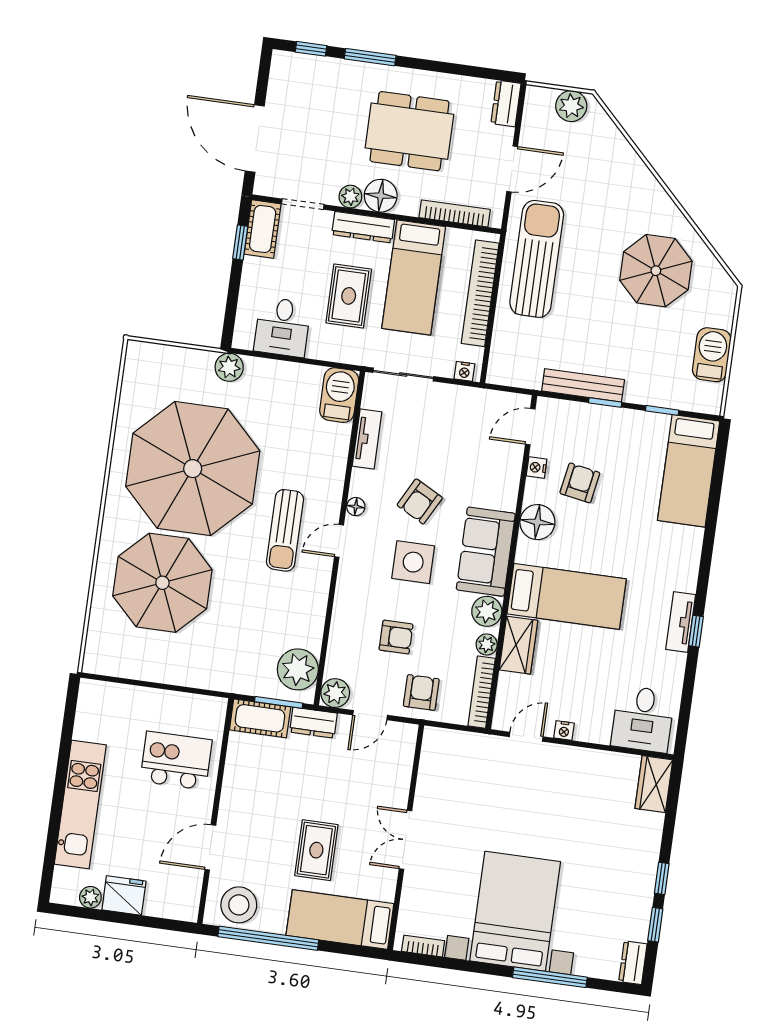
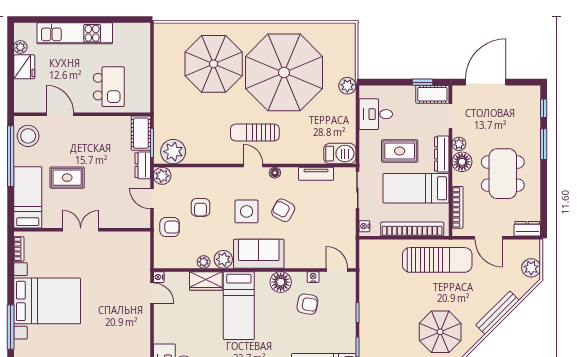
bench: (583, 385) -> (498, 313), moved, turned 45
bookcase: (482, 692) -> (175, 263), removed
nightstand: (564, 731) -> (159, 277), moved

